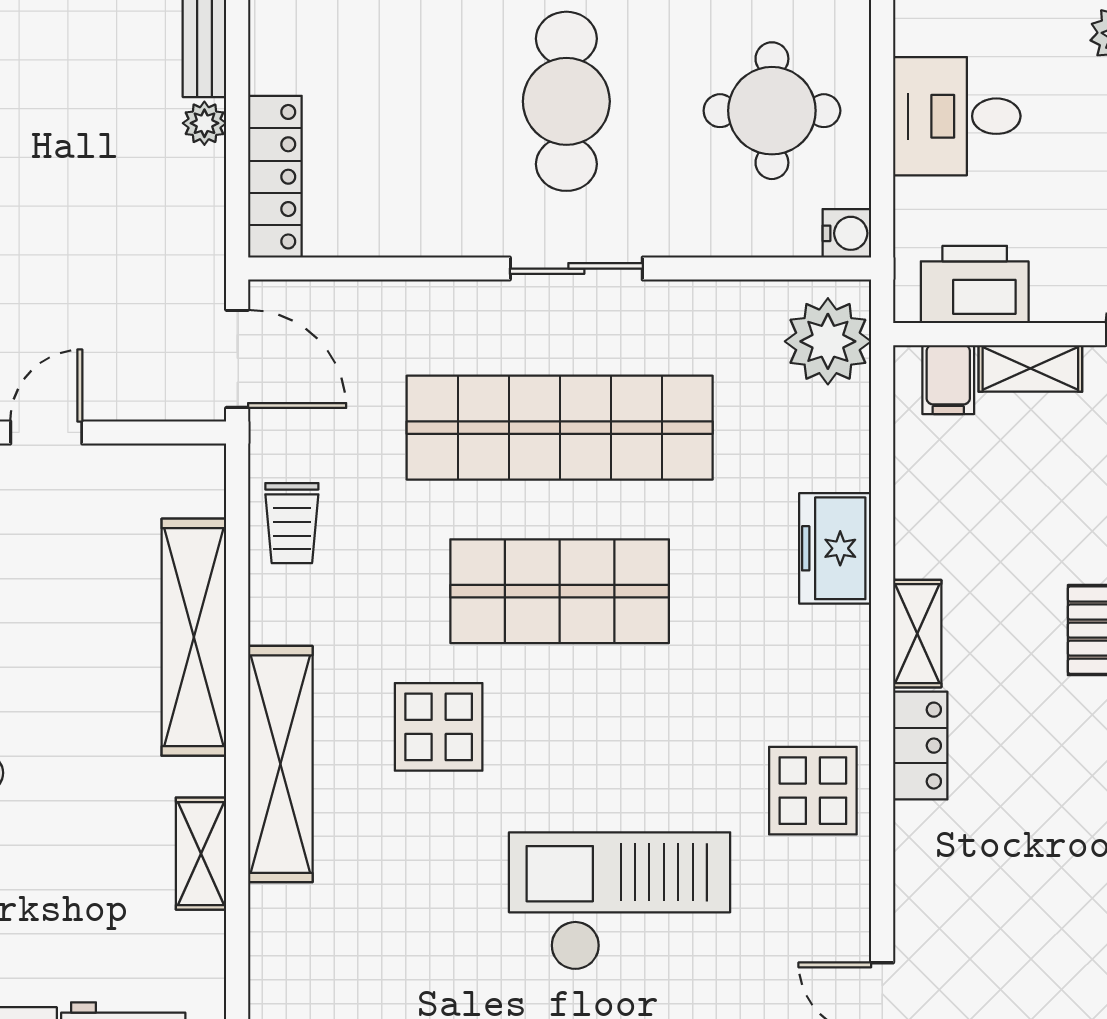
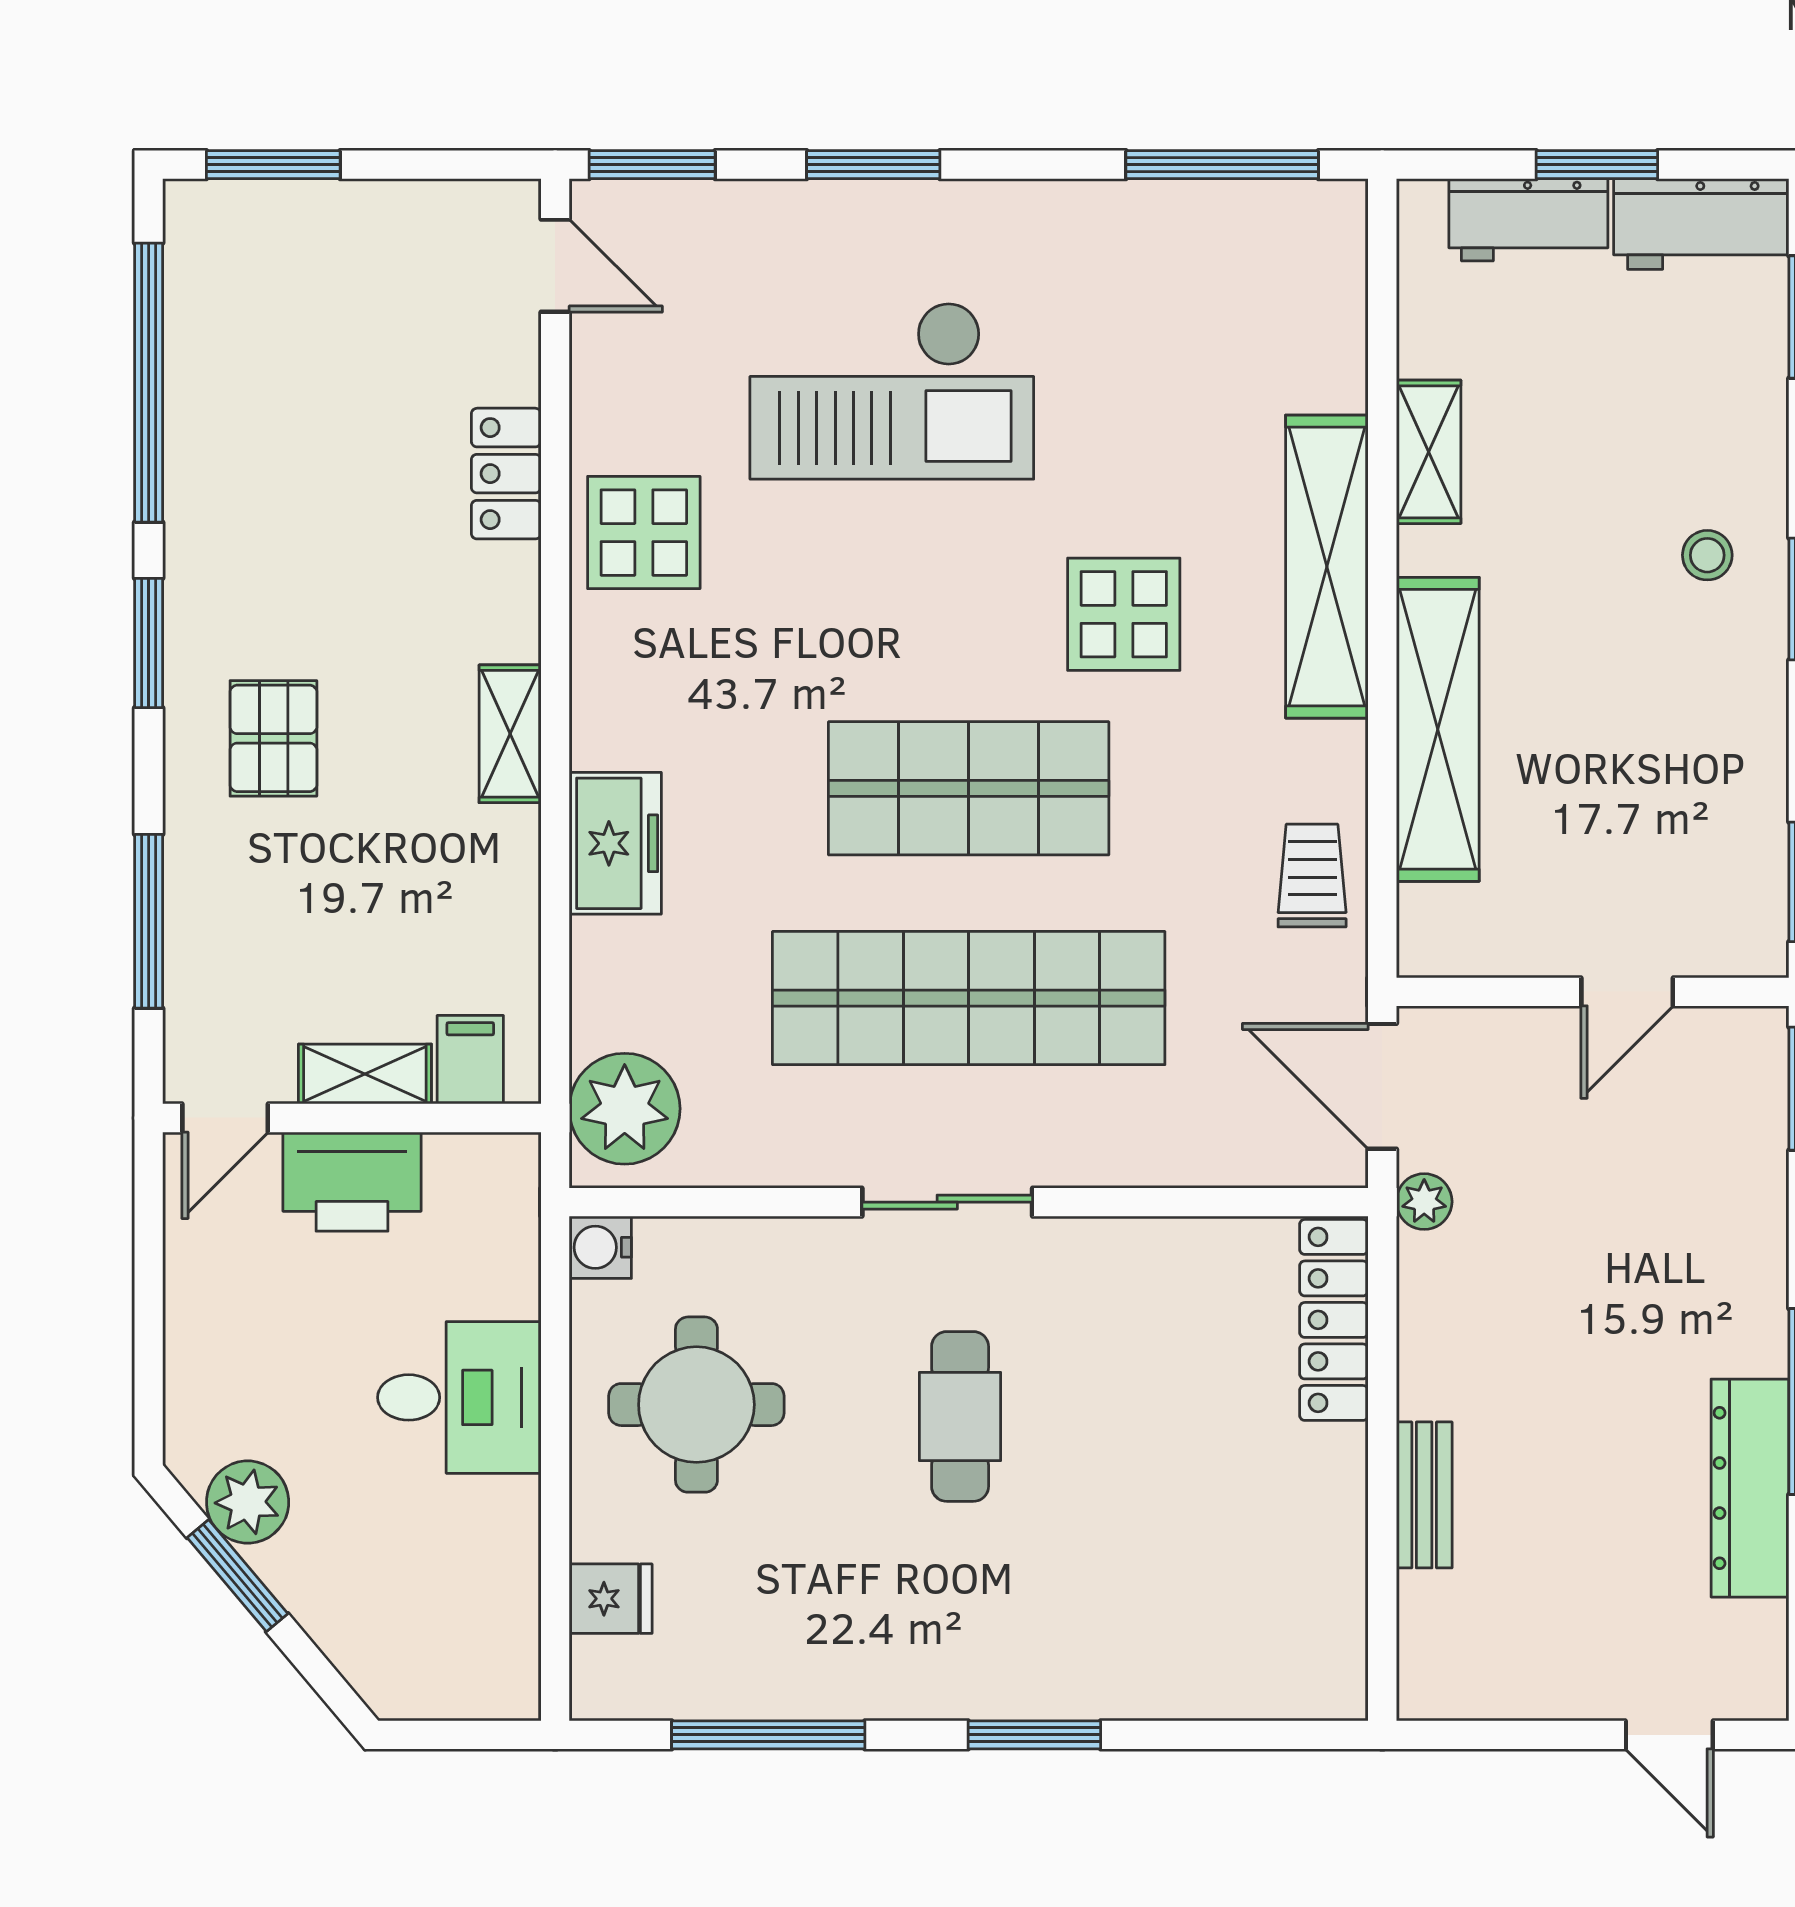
cafe table: (566, 101) -> (960, 1416), width x0.73, depth x0.74
plant: (204, 123) -> (1424, 1202), moved
printer: (975, 285) -> (352, 1182), moved
locker: (920, 746) -> (506, 474), moved

